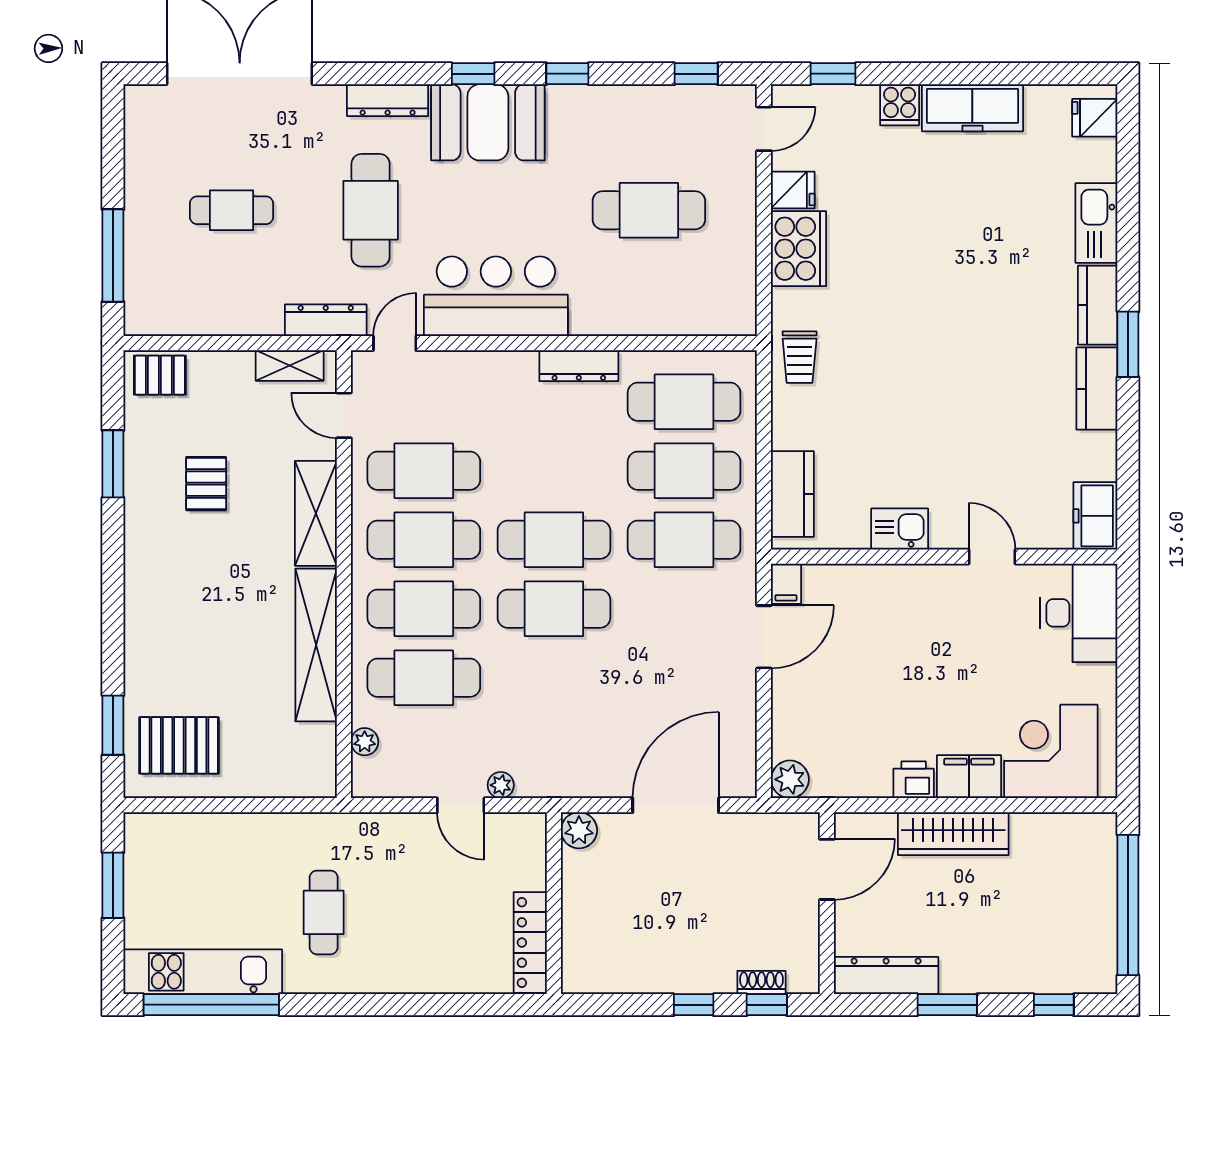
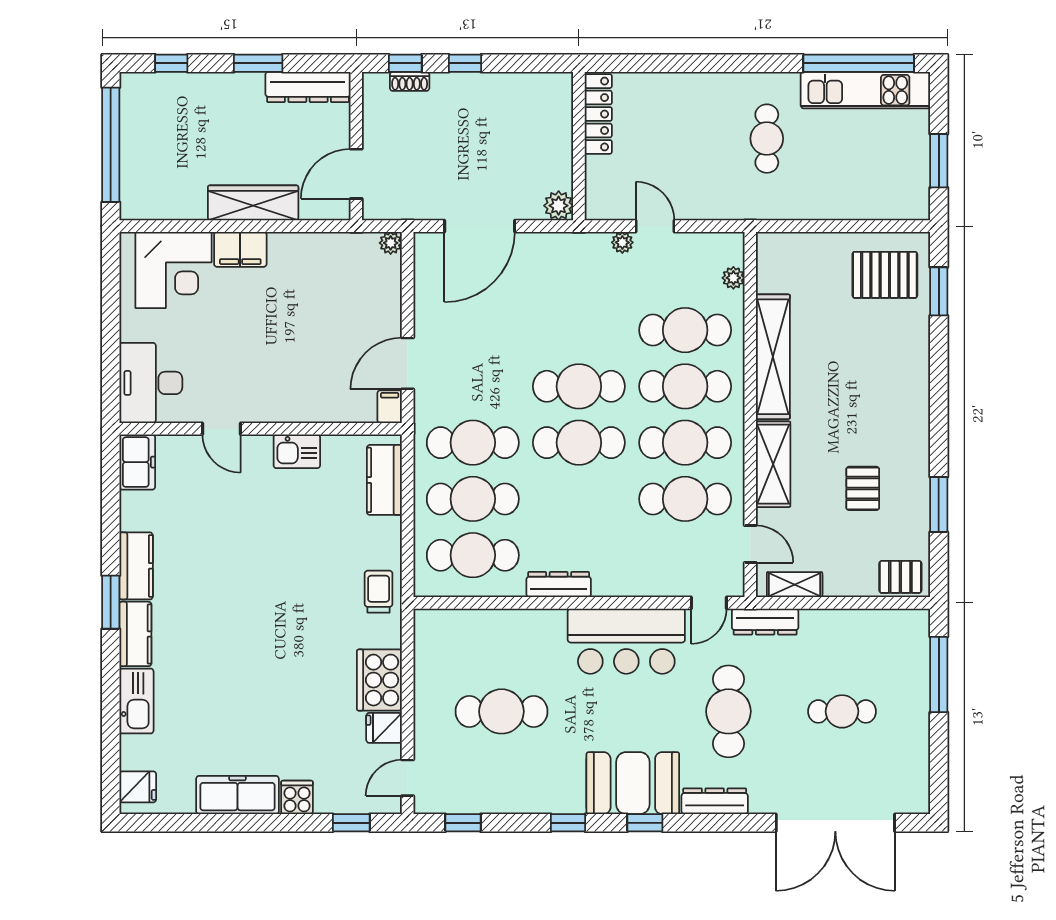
plant: (790, 779) -> (391, 243), width x0.73, depth x0.73
printer: (914, 780) -> (285, 247), removed

